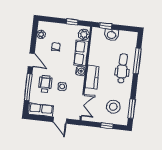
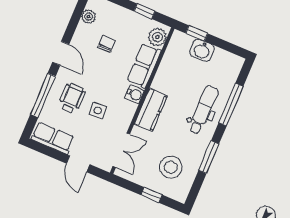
window: (132, 109) -> (209, 157), moved

